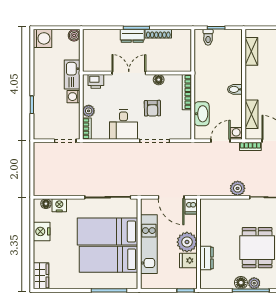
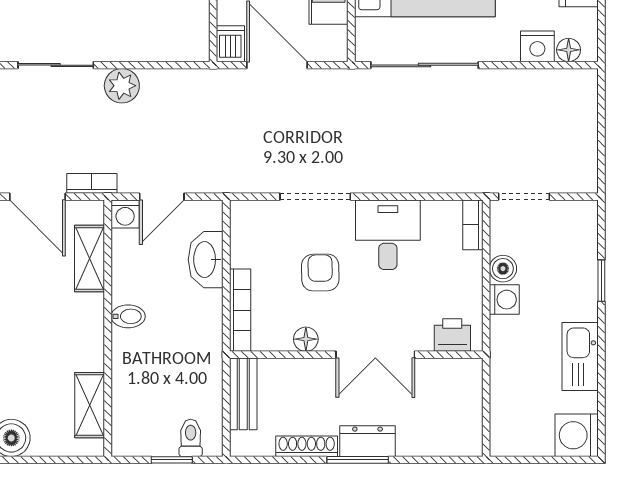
boiler: (74, 35) -> (503, 269), moved
bench: (186, 56) -> (243, 394), added
kitchen sink: (72, 75) -> (580, 356), moved, turned 180
plant: (89, 111) -> (469, 266), removed

